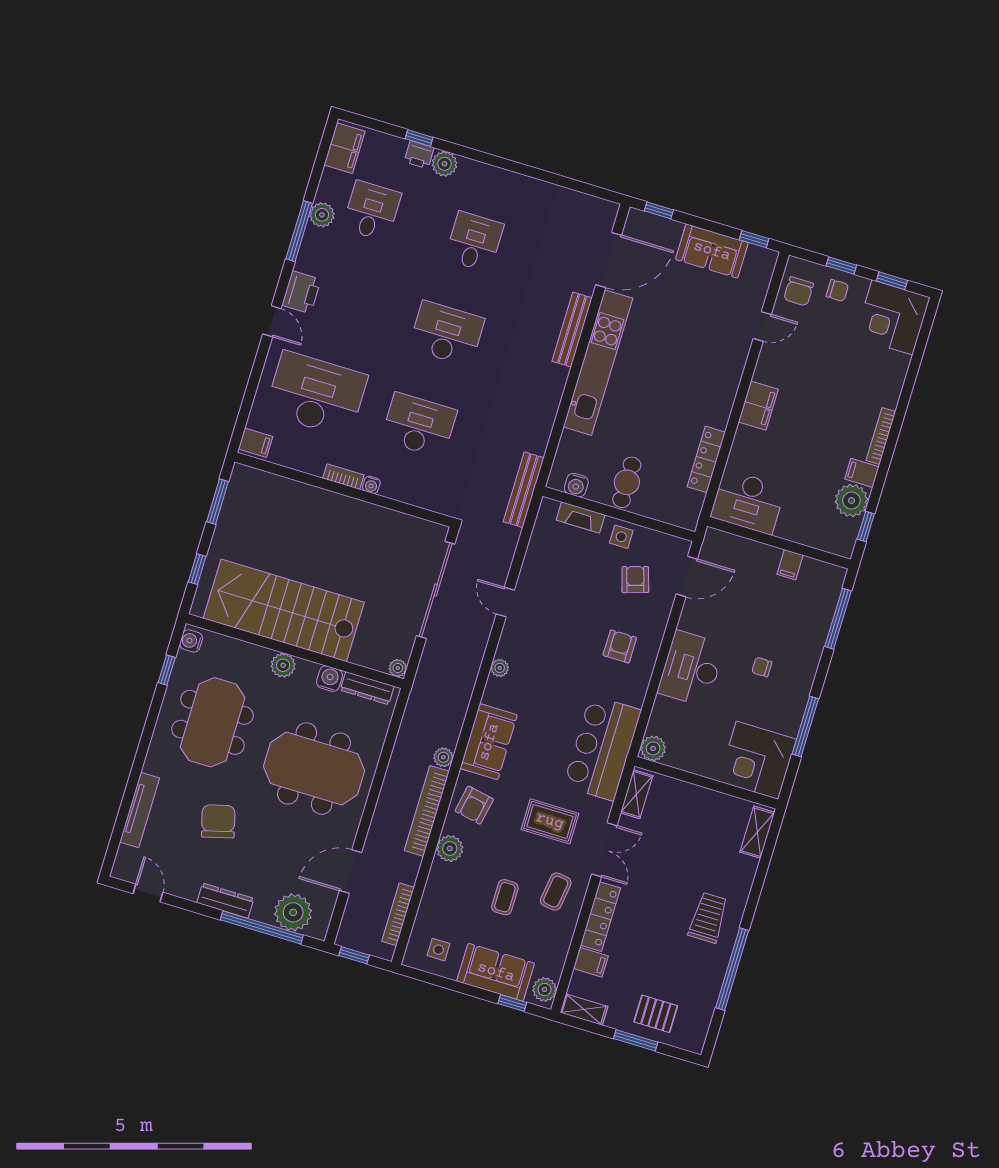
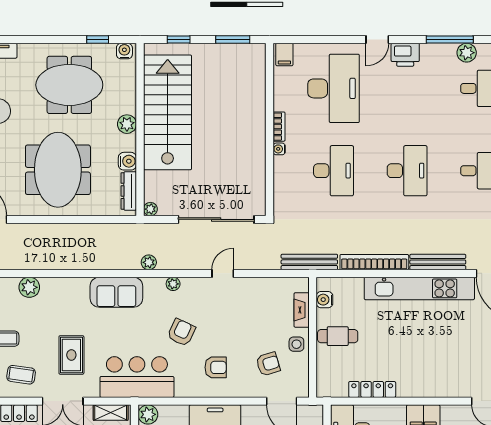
plant: (443, 757) -> (149, 262), moved
armchair: (474, 805) -> (181, 332), moved, turned 104
bookcase: (427, 811) -> (374, 262), moved

